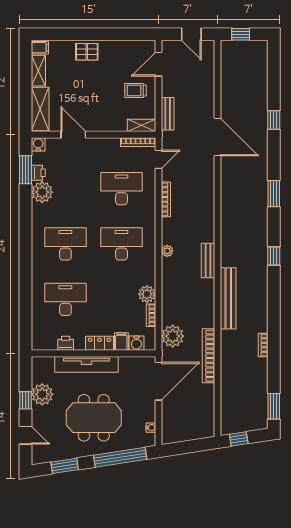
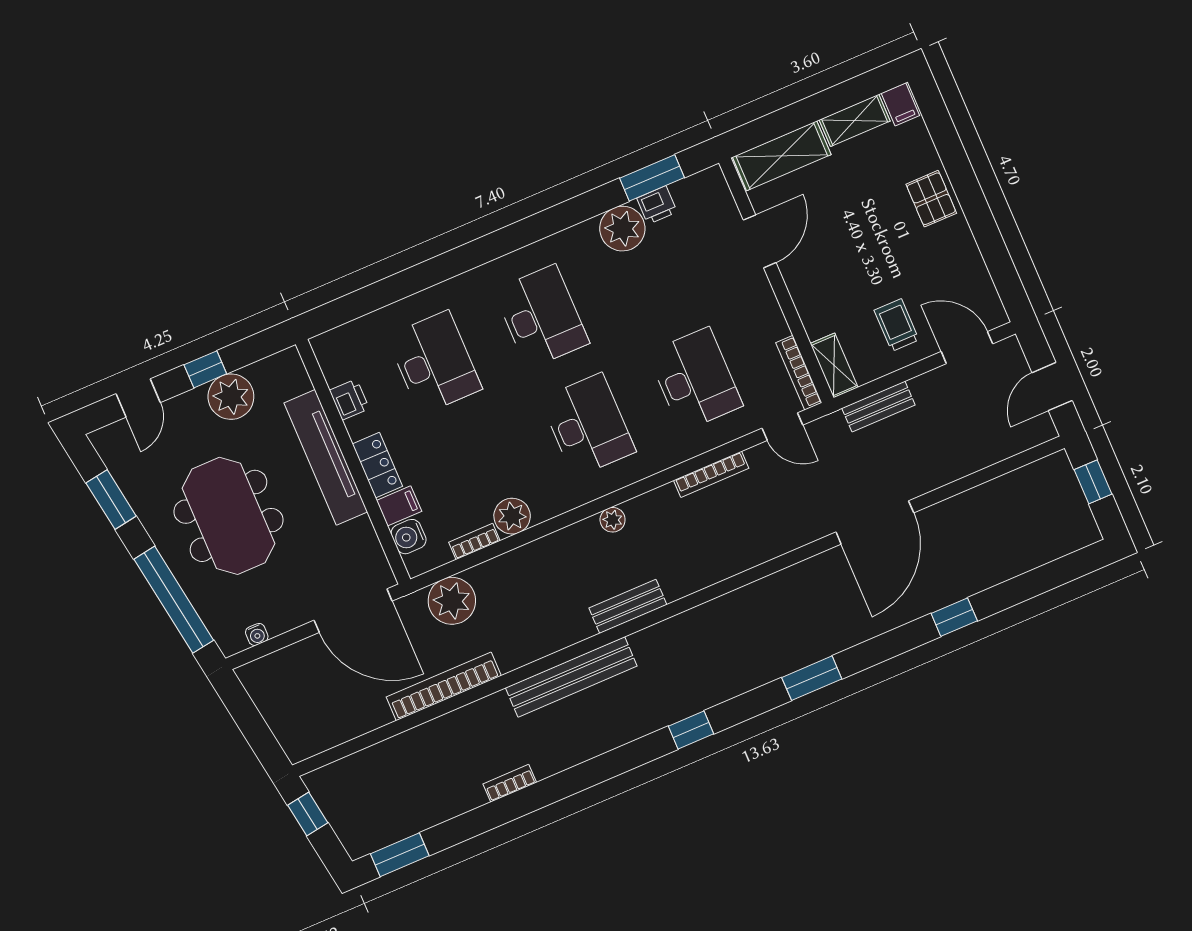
water cooler: (38, 144) -> (712, 181), removed

